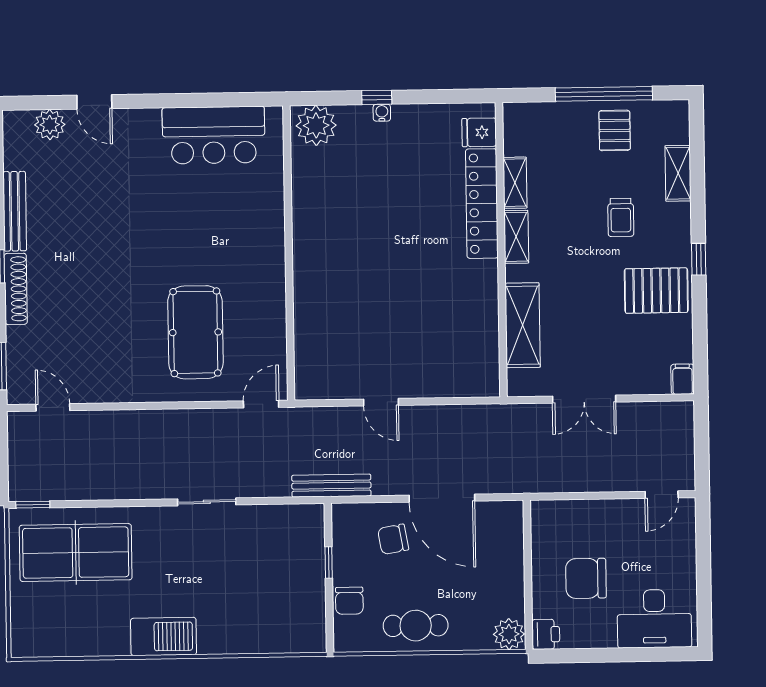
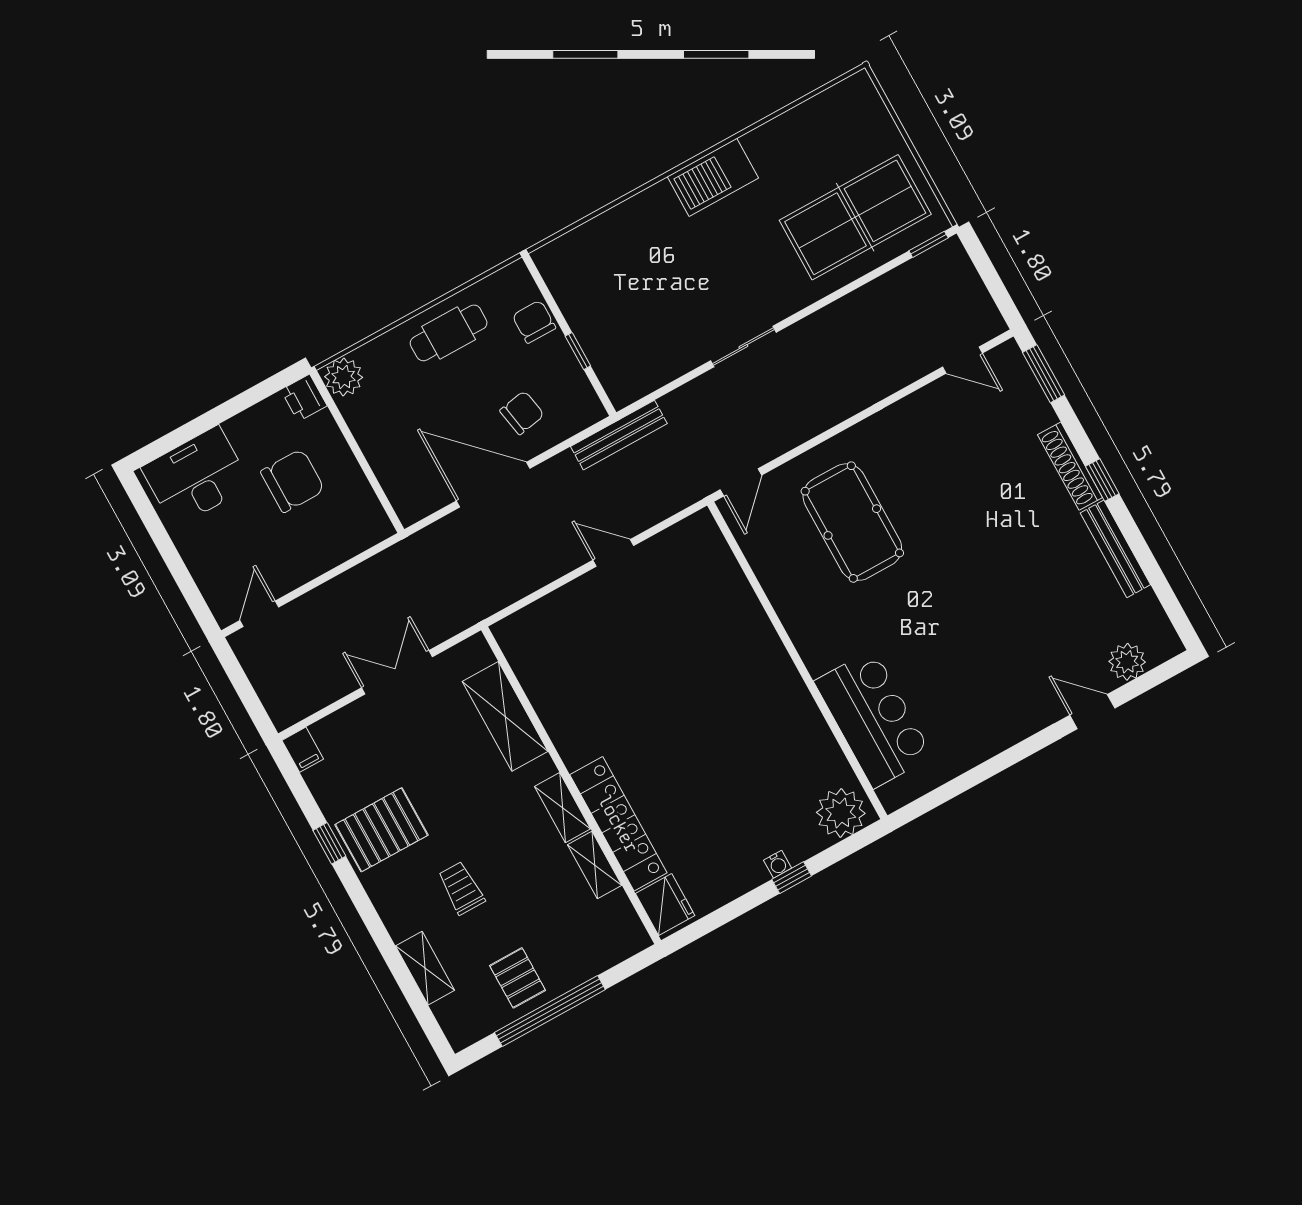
fridge: (479, 132) -> (665, 904), width x1.38
bar counter: (214, 135) -> (873, 719), moved, turned 90
window: (699, 259) -> (329, 843), moved

